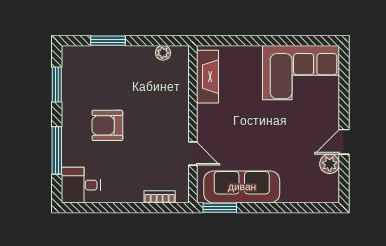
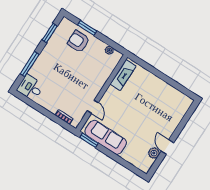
corner sofa: (301, 73) -> (168, 101), removed
armchair: (107, 125) -> (78, 41), moved
door: (344, 142) -> (167, 147), hinge flipped

